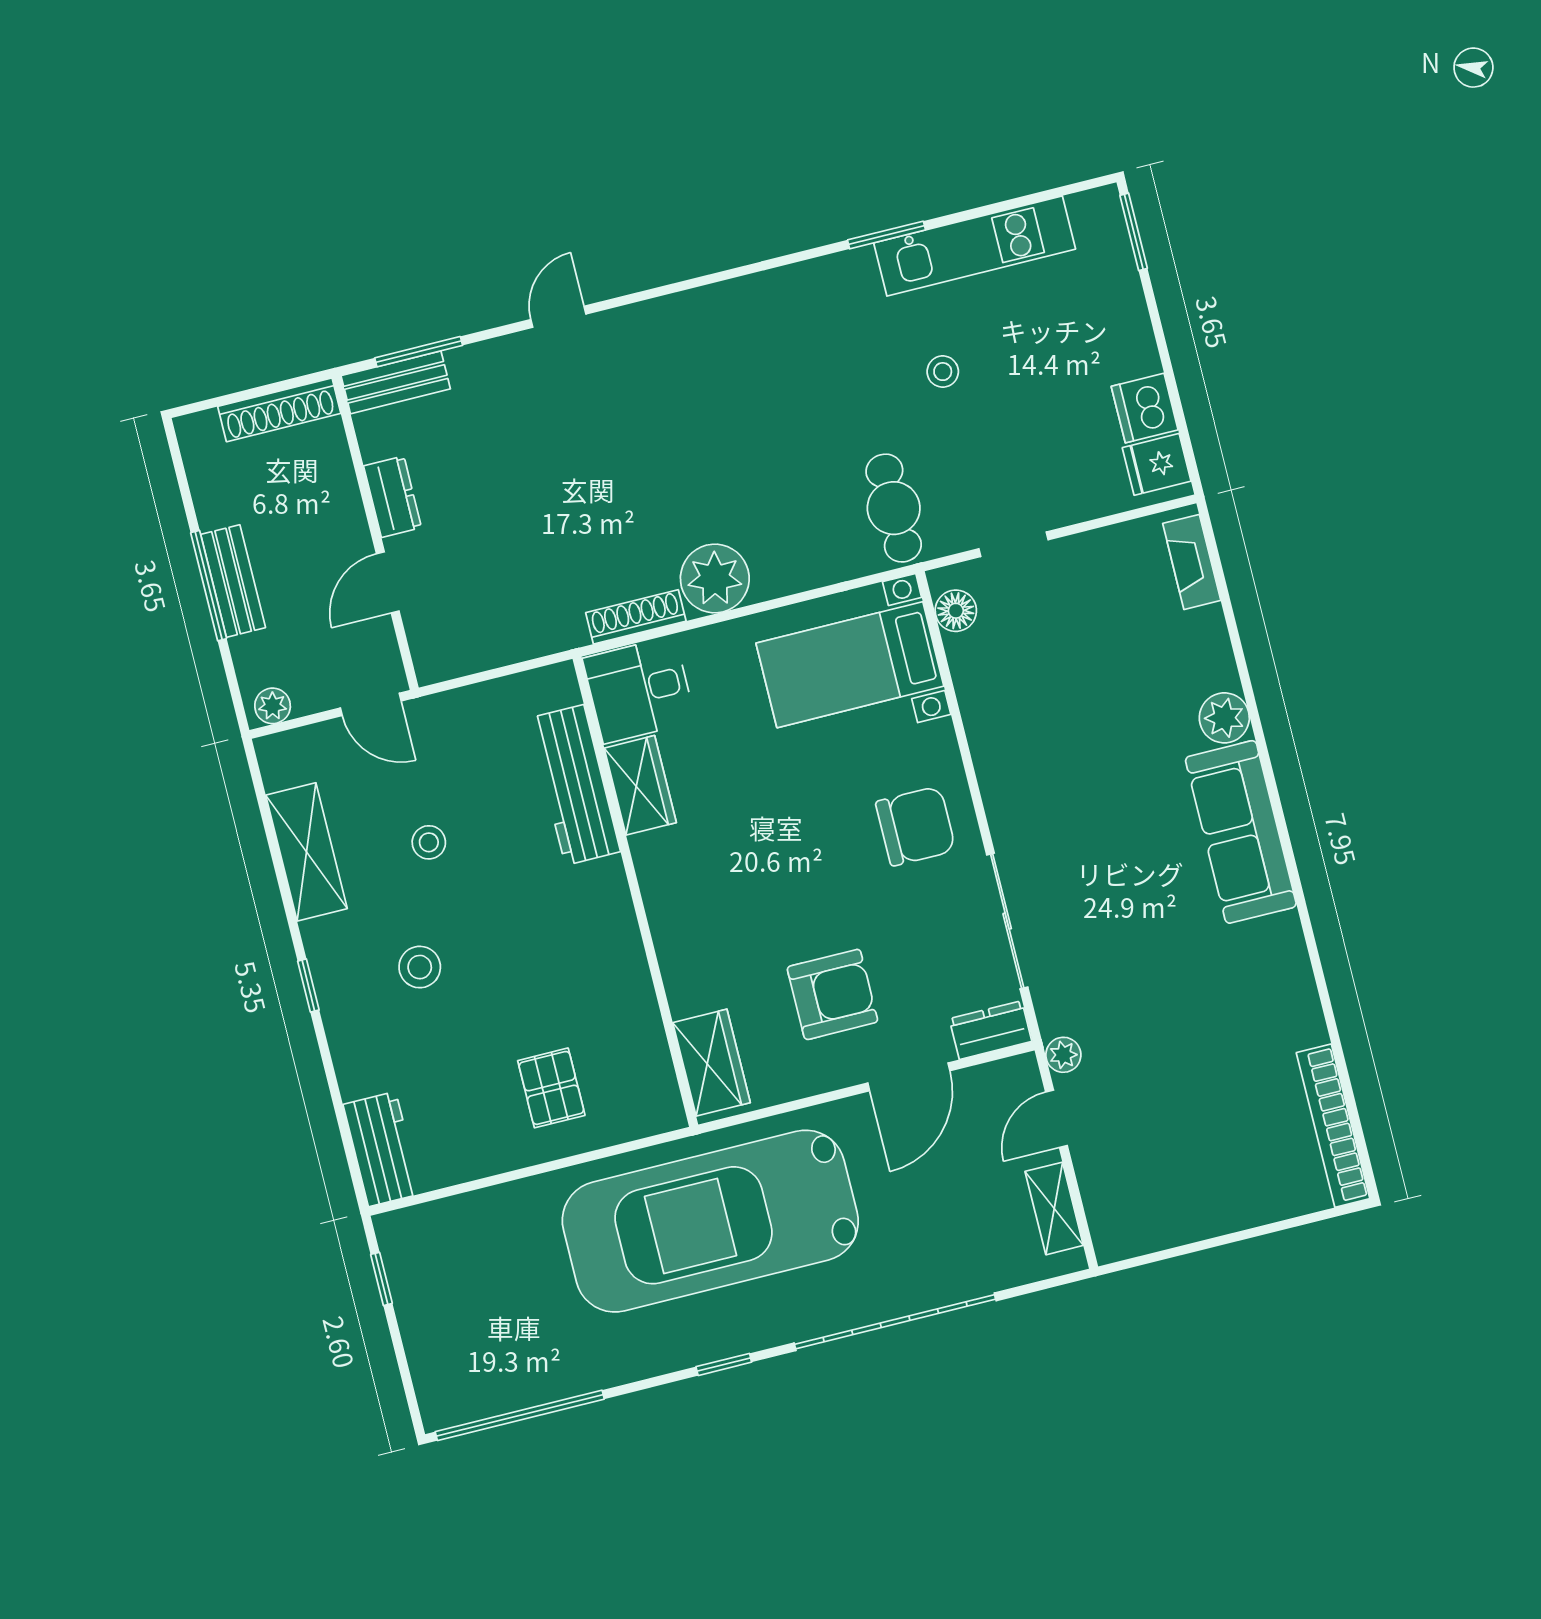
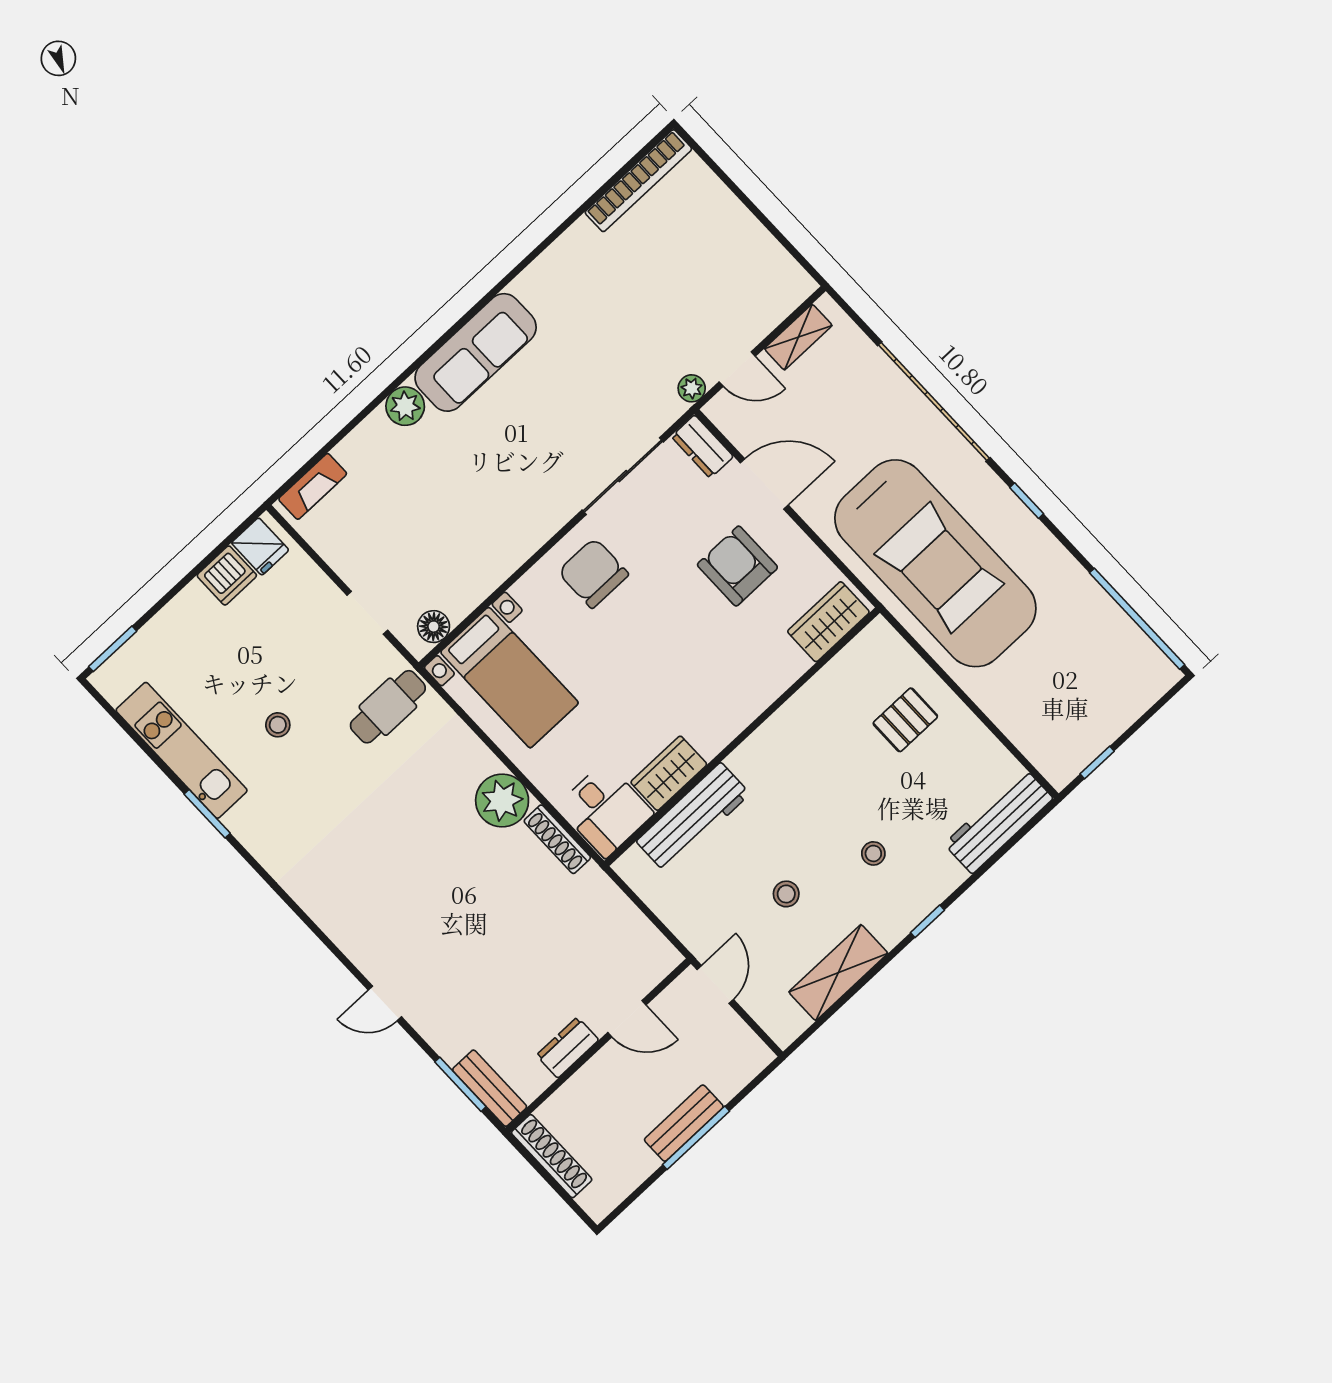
plant: (273, 706) -> (753, 1050), removed
stool: (420, 967) -> (873, 853), width x0.73, depth x0.73
workbench: (382, 1149) -> (999, 821), width x1.38

